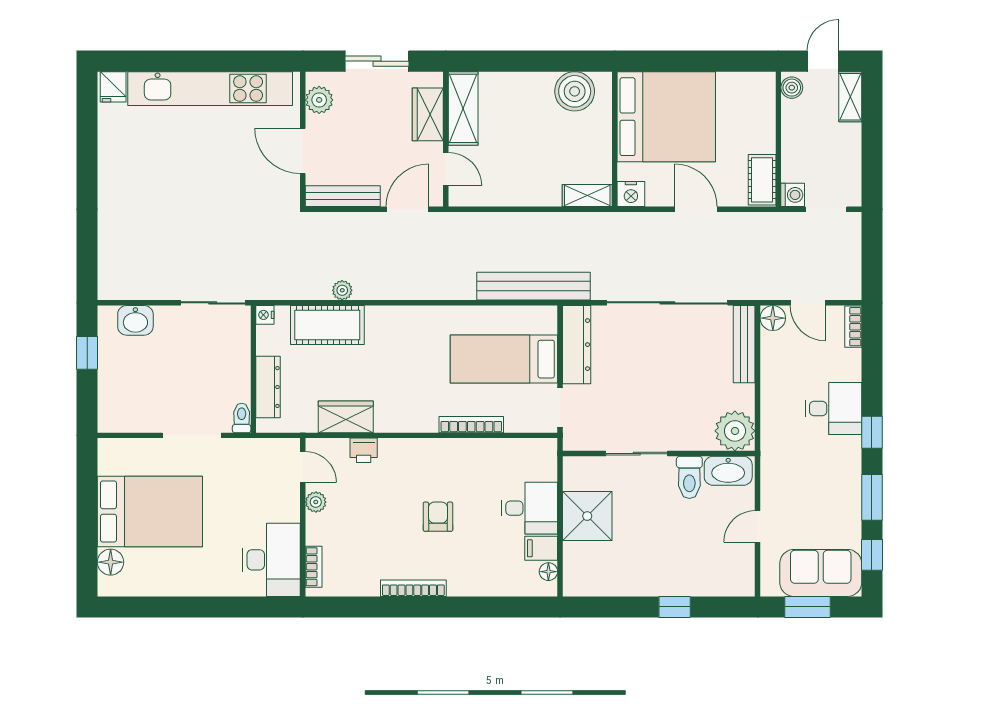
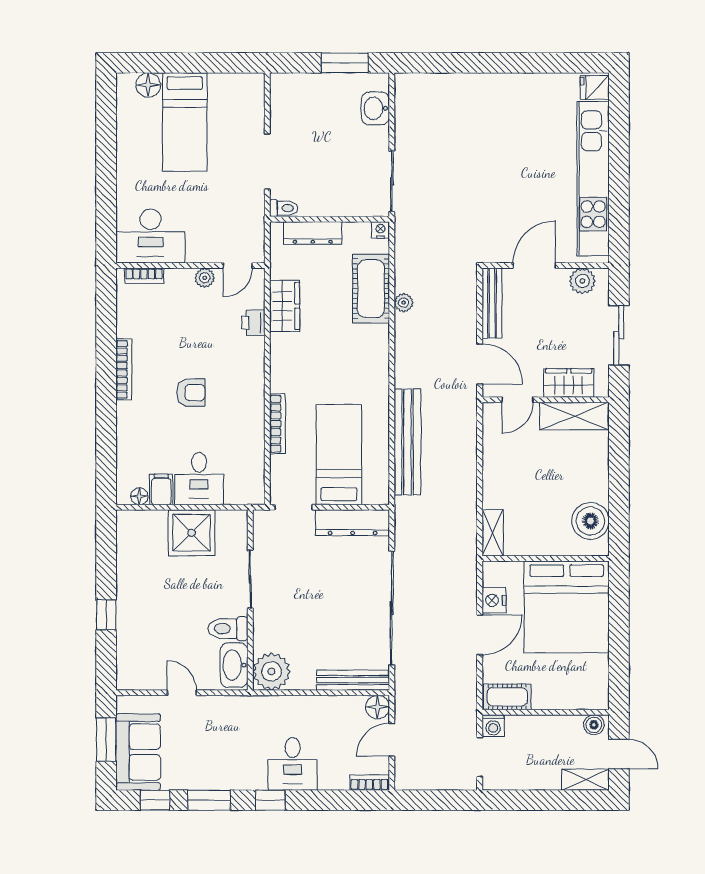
nightstand: (631, 194) -> (494, 600), moved
bench: (533, 286) -> (407, 442), moved
window: (87, 353) -> (345, 63), width x1.50
bed: (150, 511) -> (185, 122), width x0.67

